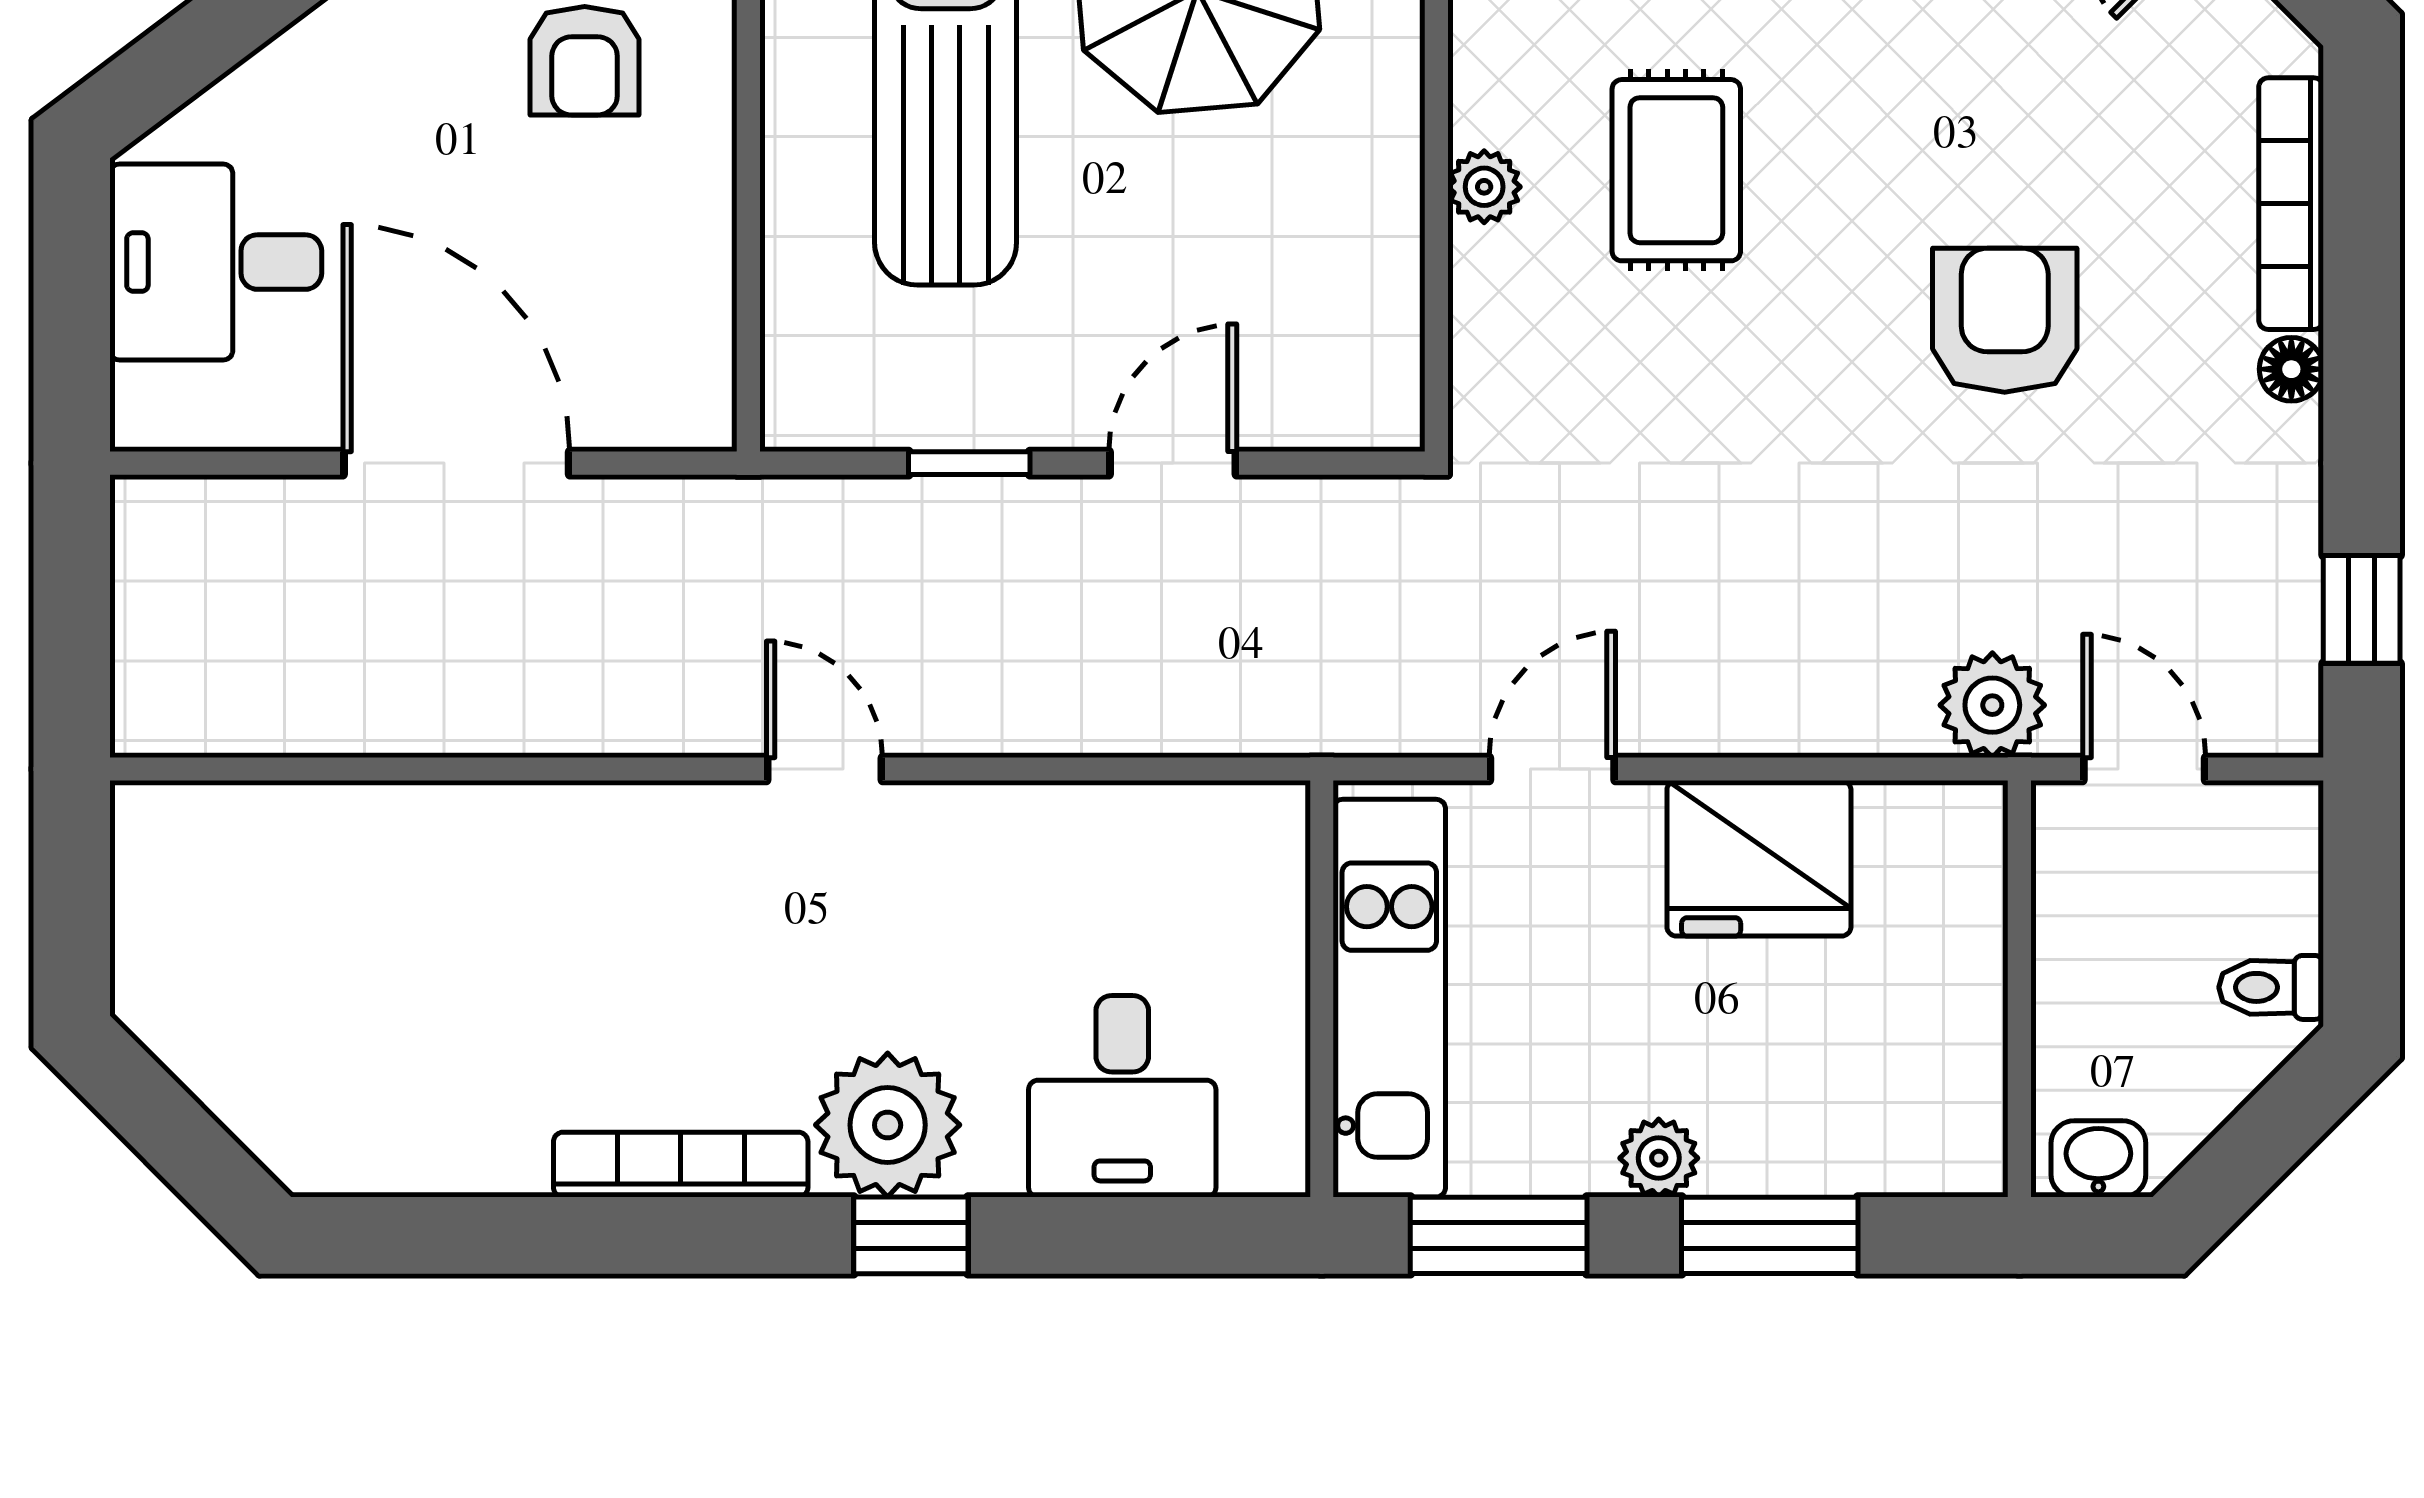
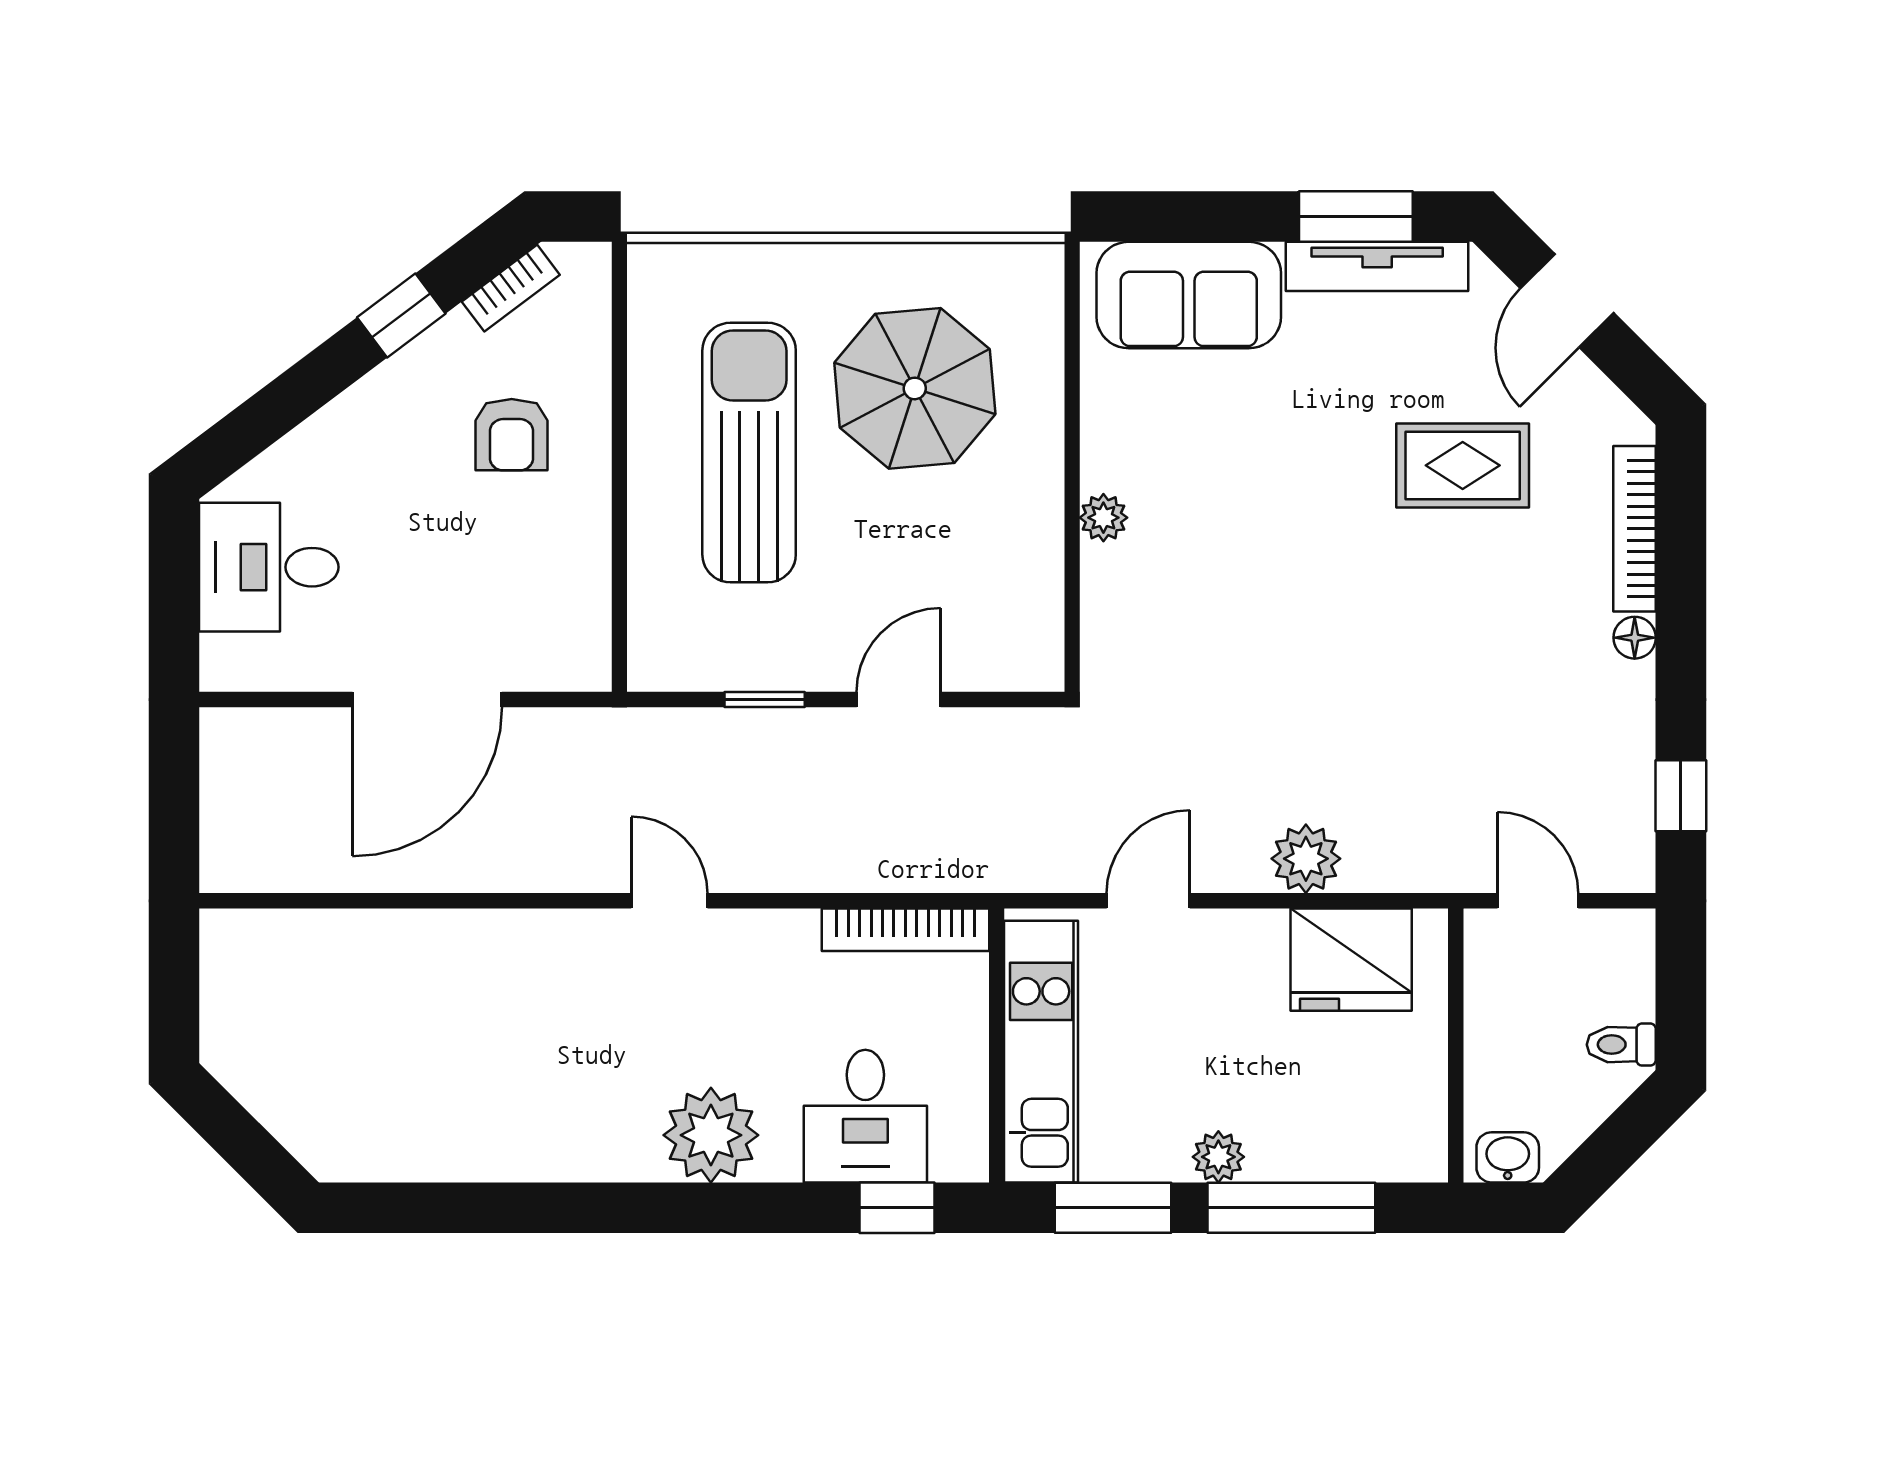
rug: (1676, 170) -> (1463, 465), moved, turned 90
armchair: (2005, 320) -> (1446, 605), removed
door: (456, 463) -> (427, 700), swing flipped
plant: (1992, 705) -> (1306, 859), moved
fridge: (1759, 858) -> (1351, 960), moved
bookcase: (681, 1165) -> (905, 930), moved, turned 180
window: (911, 1235) -> (897, 1208), moved
window: (1770, 1235) -> (1291, 1208), width x1.44

